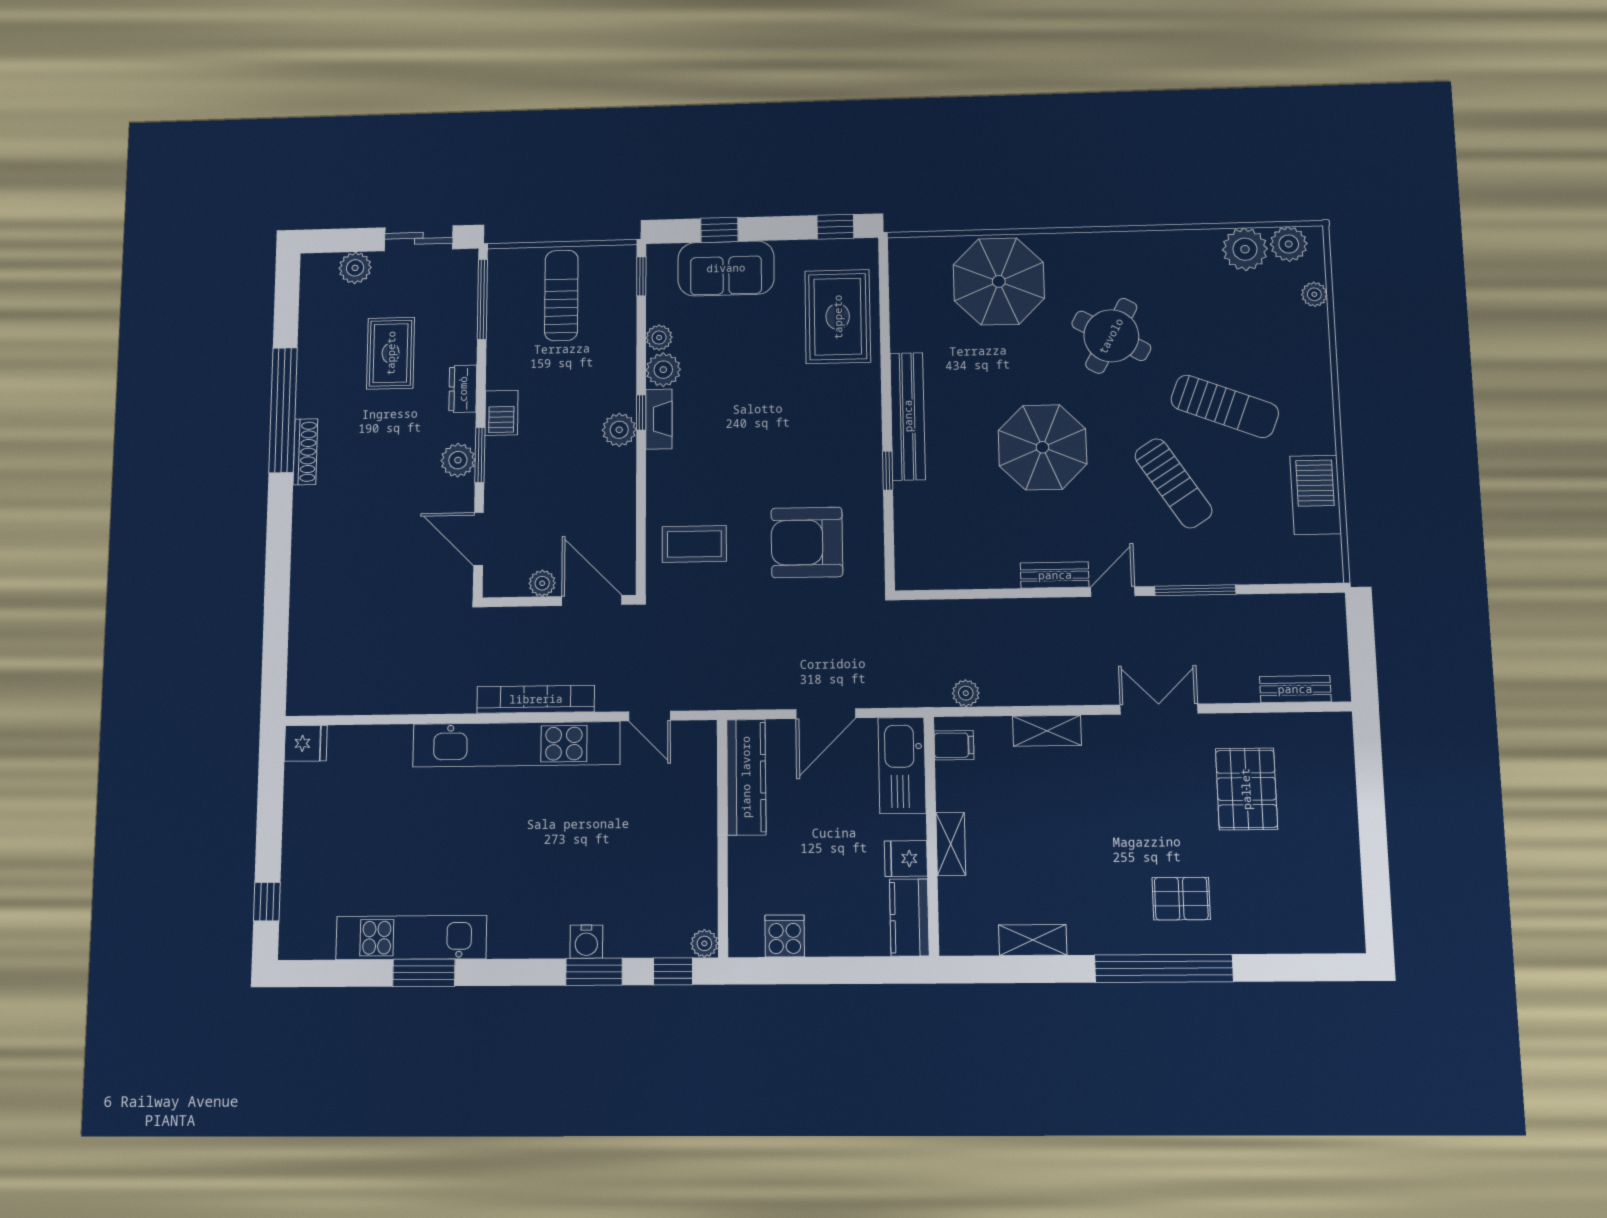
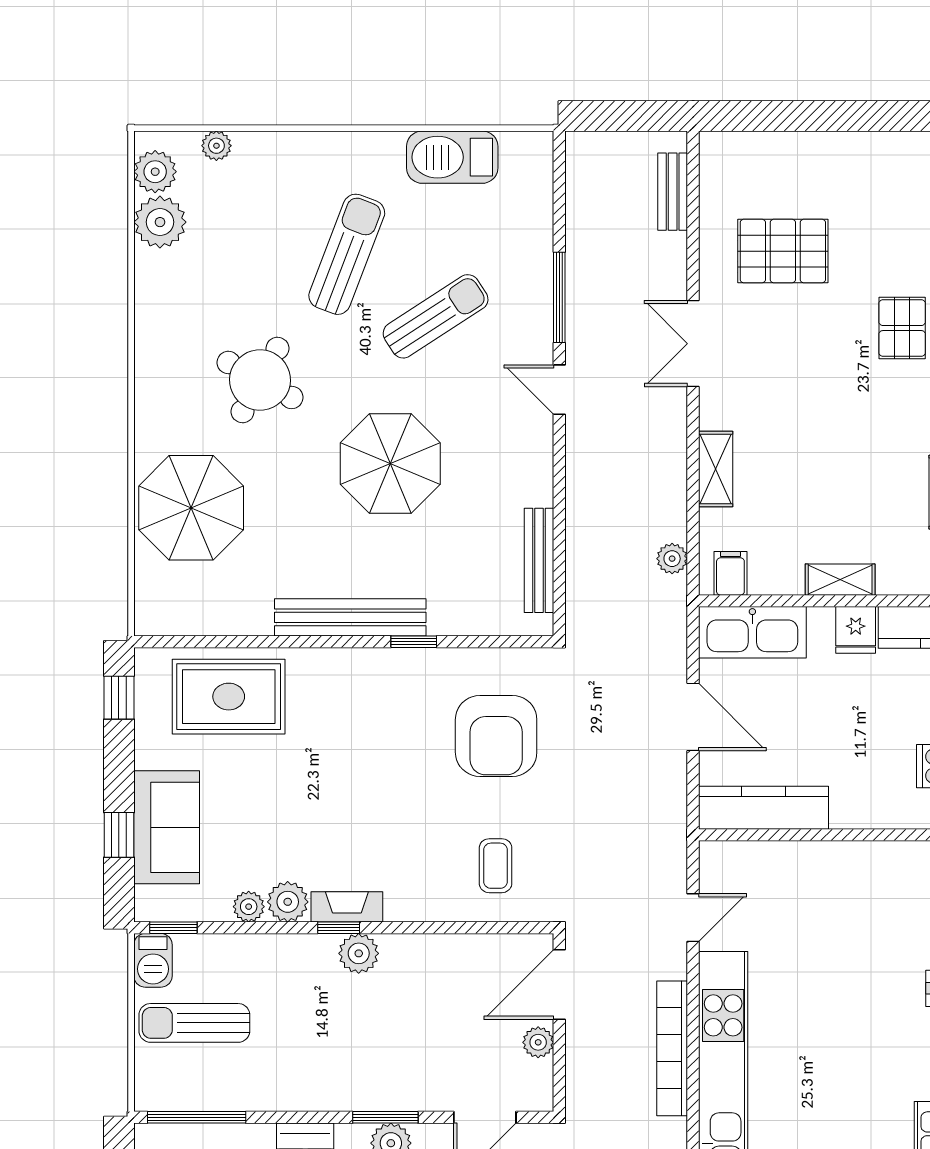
barbecue: (501, 413) -> (153, 960), moved, turned 90
coffee table: (694, 544) -> (496, 866), width x0.73, depth x0.77
bench: (1055, 575) -> (539, 560), moved, width x1.36

